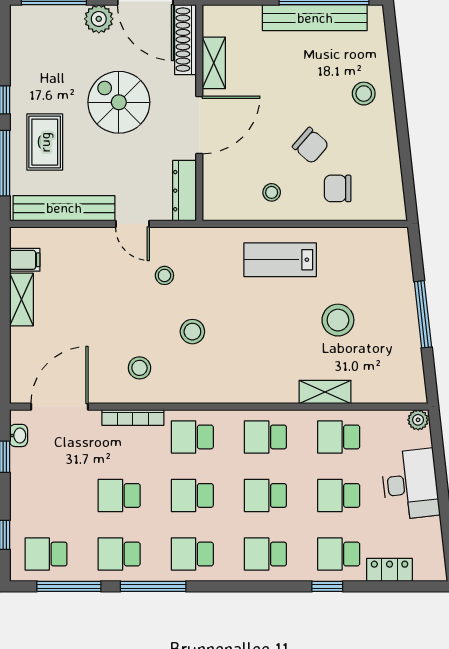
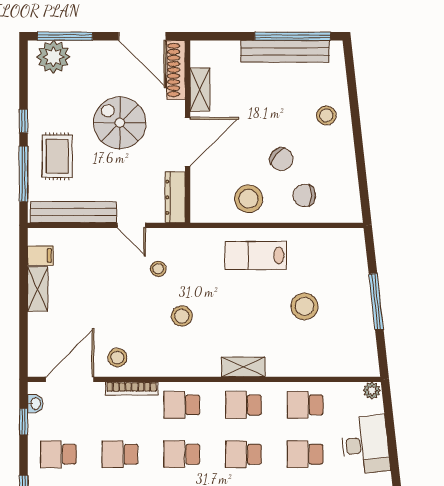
plant: (99, 19) -> (53, 57), moved, width x1.36, depth x1.36
stool: (272, 192) -> (249, 199), width x1.89, depth x1.89
stool: (139, 368) -> (117, 357), moved
shelving: (325, 392) -> (243, 367), moved
school desk: (46, 495) -> (58, 454), added

